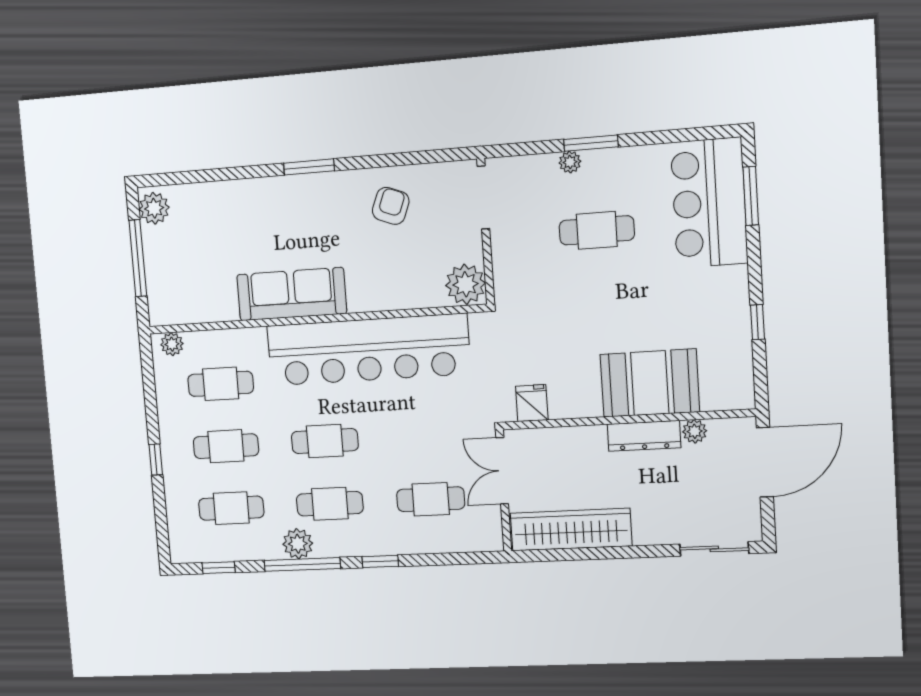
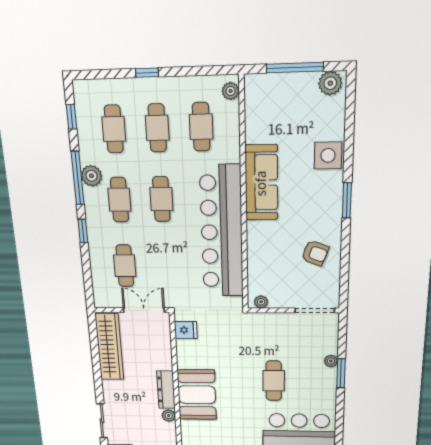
side table: (248, 201) -> (328, 155), added
cafe table: (597, 230) -> (274, 381), moved
plant: (466, 284) -> (261, 302), width x0.53, depth x0.53

